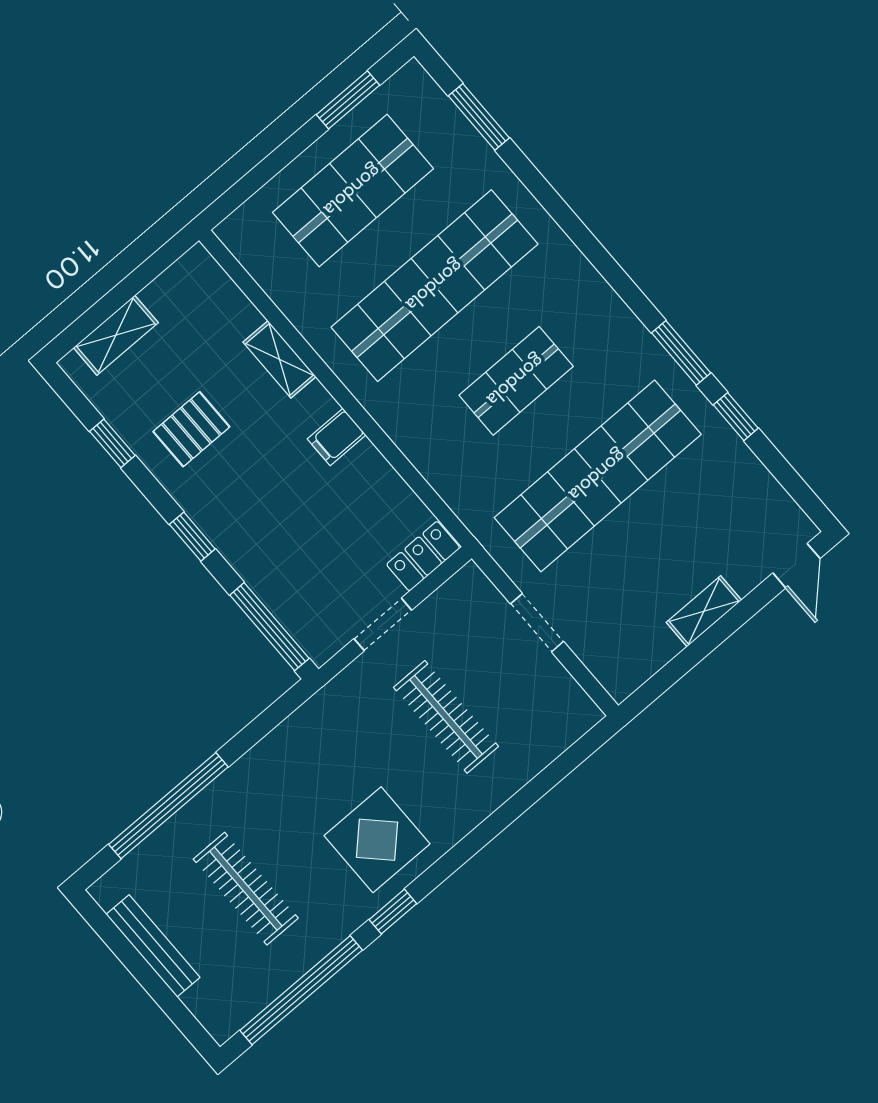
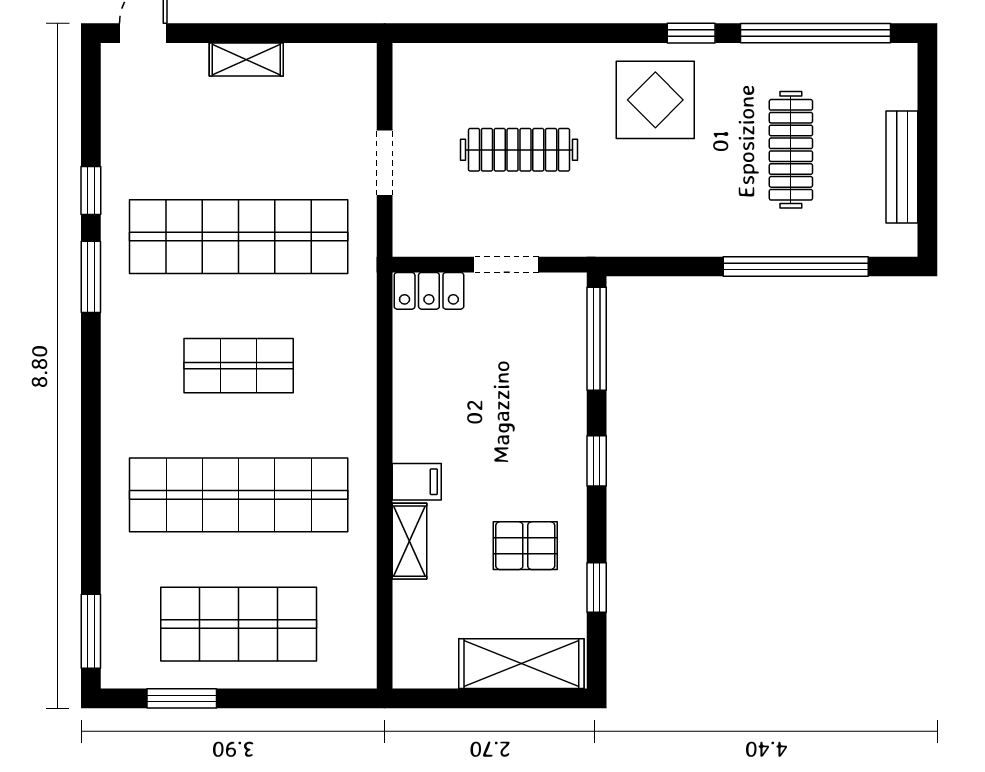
window: (479, 117) -> (91, 631), moved
shelving: (116, 335) -> (521, 664), width x1.50, depth x1.33
filing cabinet: (337, 437) -> (417, 482), moved
clothes rail: (446, 717) -> (519, 150), turned 90

